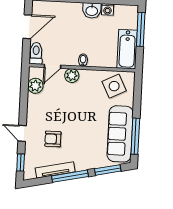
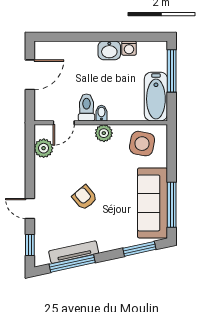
toilet: (36, 53) -> (86, 107), moved
plant: (72, 76) -> (104, 133), moved
side table: (114, 86) -> (142, 144), turned 38
armchair: (53, 139) -> (85, 198), moved, turned 50
window: (70, 176) -> (72, 263), moved

